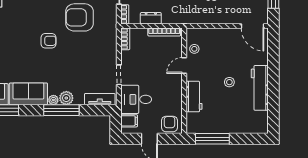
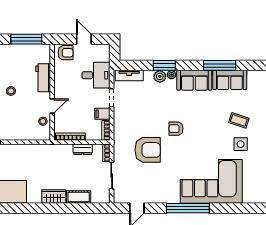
window: (61, 110) -> (164, 65), width x0.69
filing cabinet: (129, 121) -> (102, 114), moved
armchair: (169, 124) -> (66, 53), turned -90

